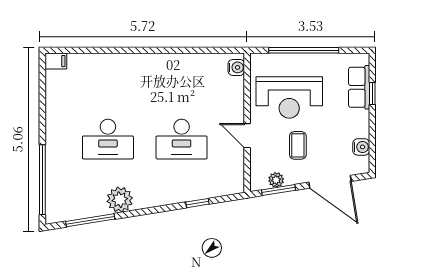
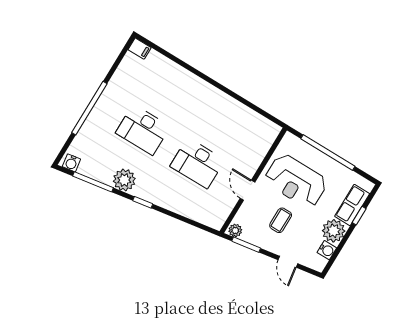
water cooler: (236, 67) -> (71, 163), moved, turned 81
plant: (356, 124) -> (334, 231), added
window: (42, 180) -> (89, 108), moved
plant: (276, 180) -> (235, 230), moved
door: (330, 182) -> (288, 262), width x0.53
window: (197, 203) -> (143, 202), moved

